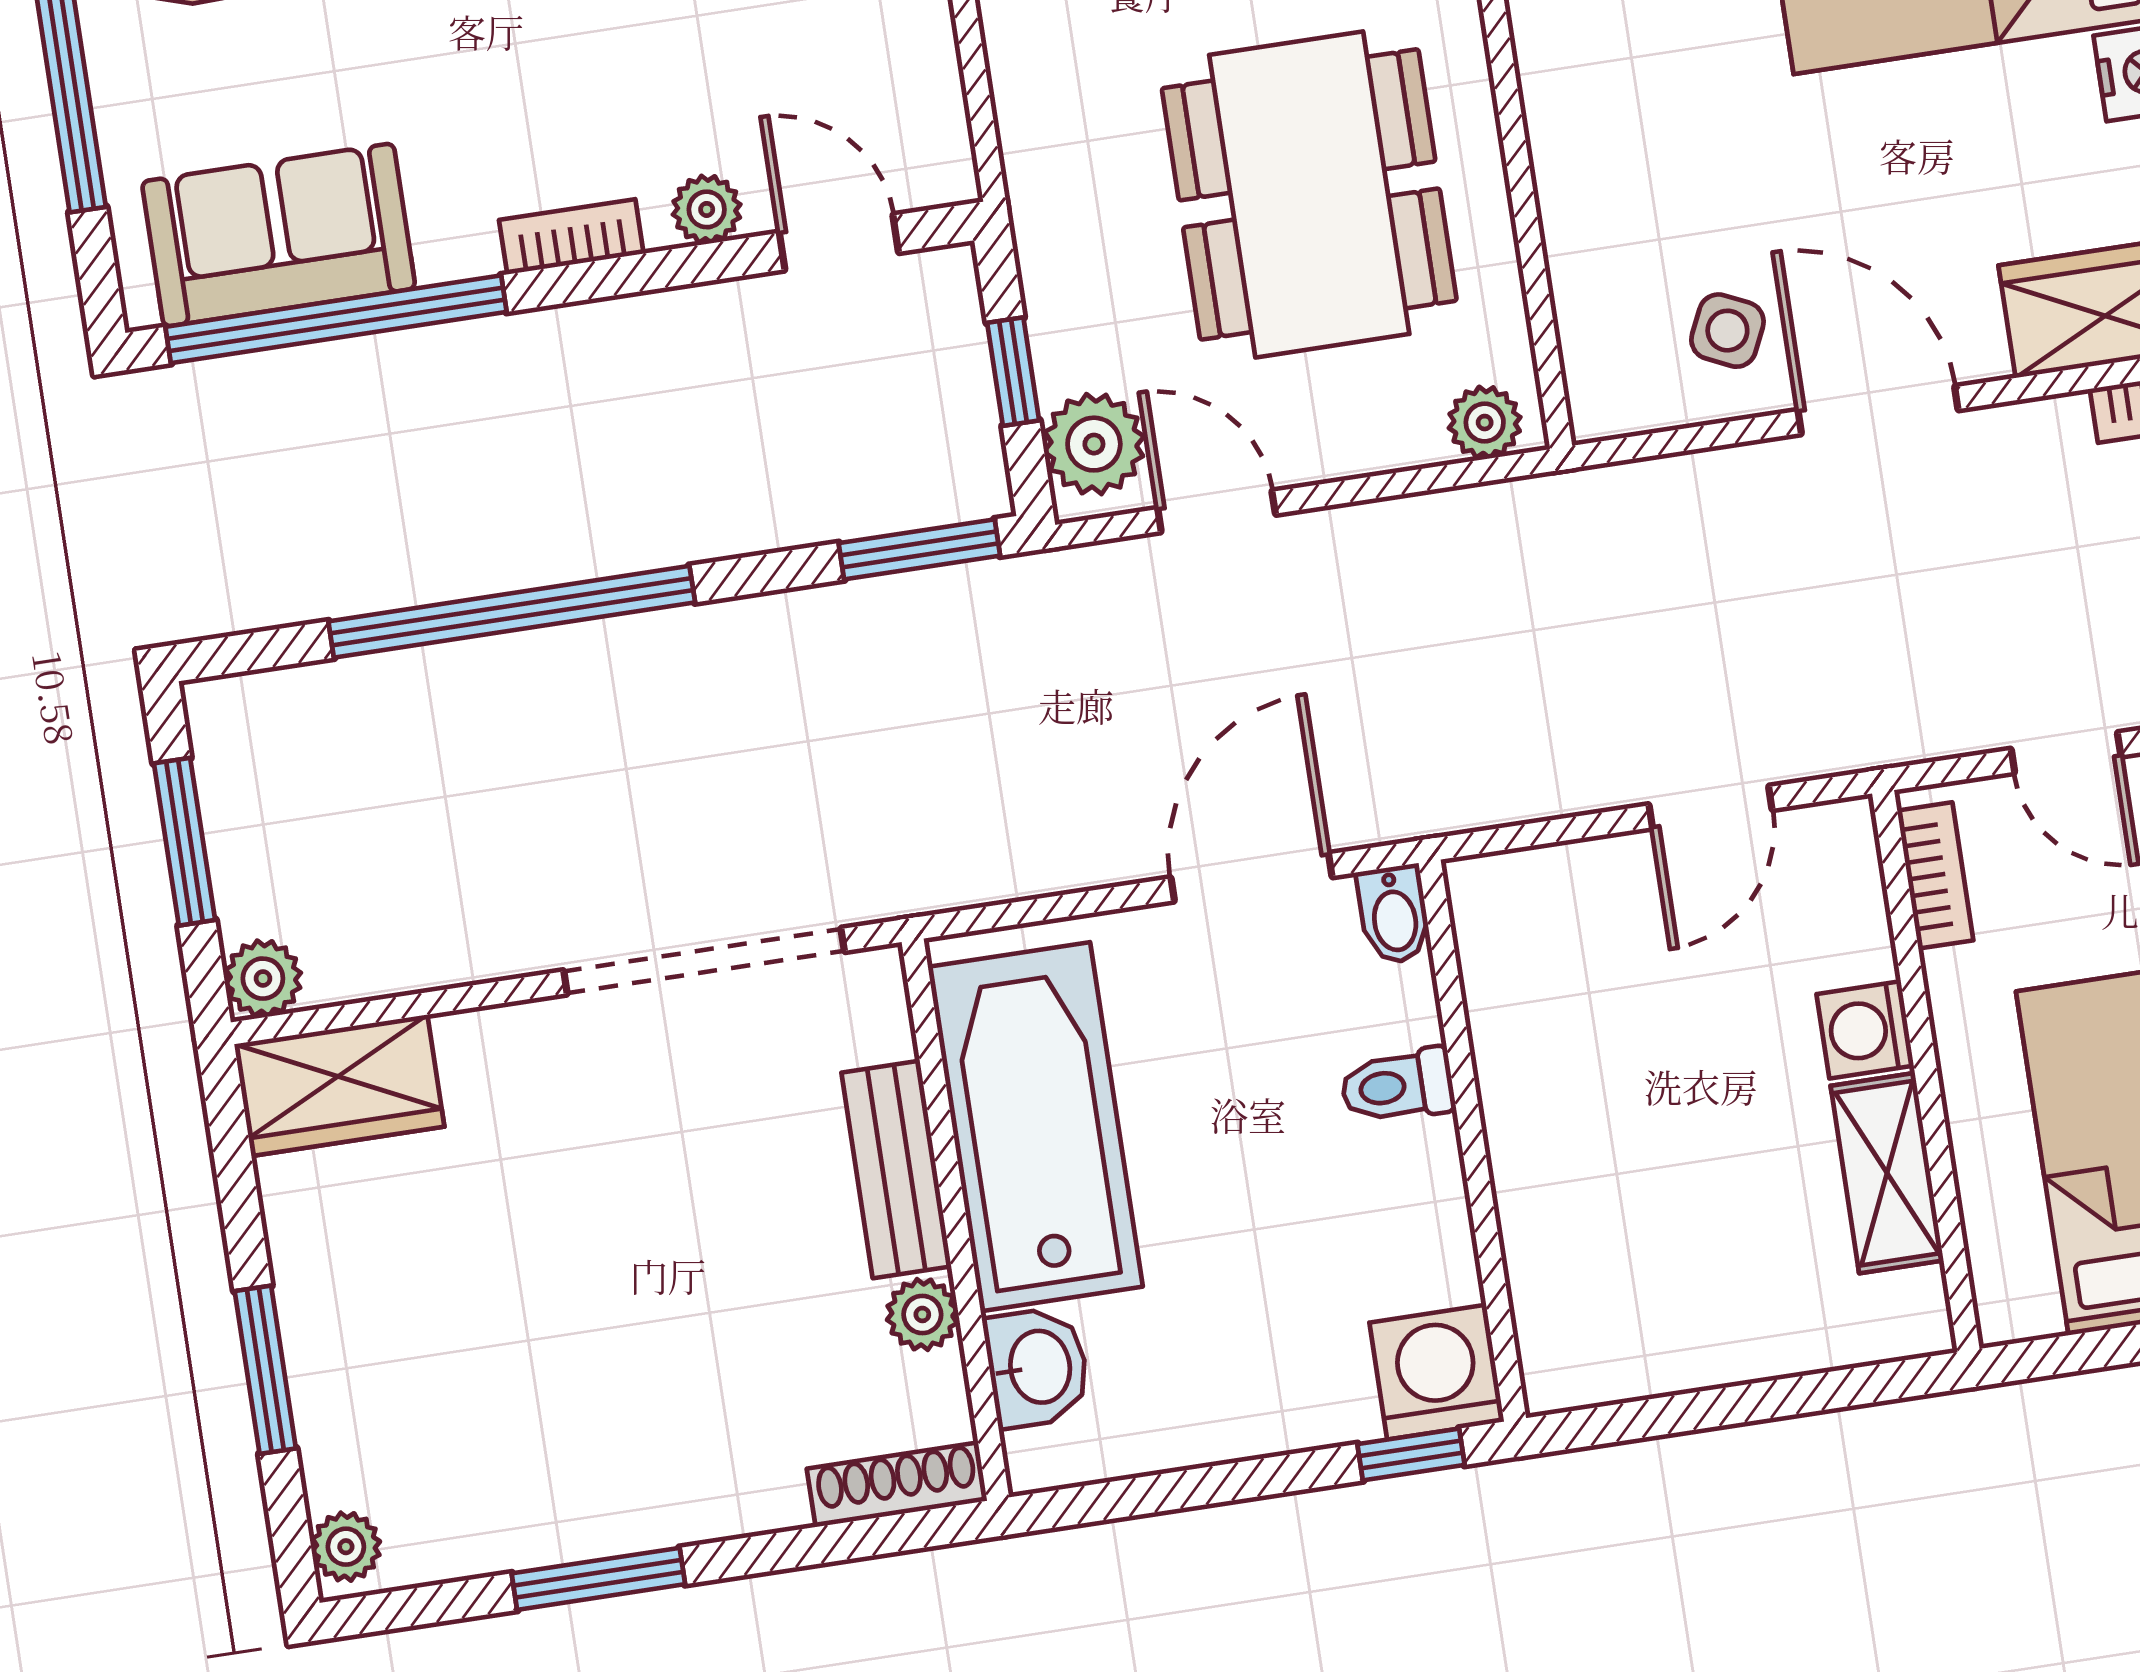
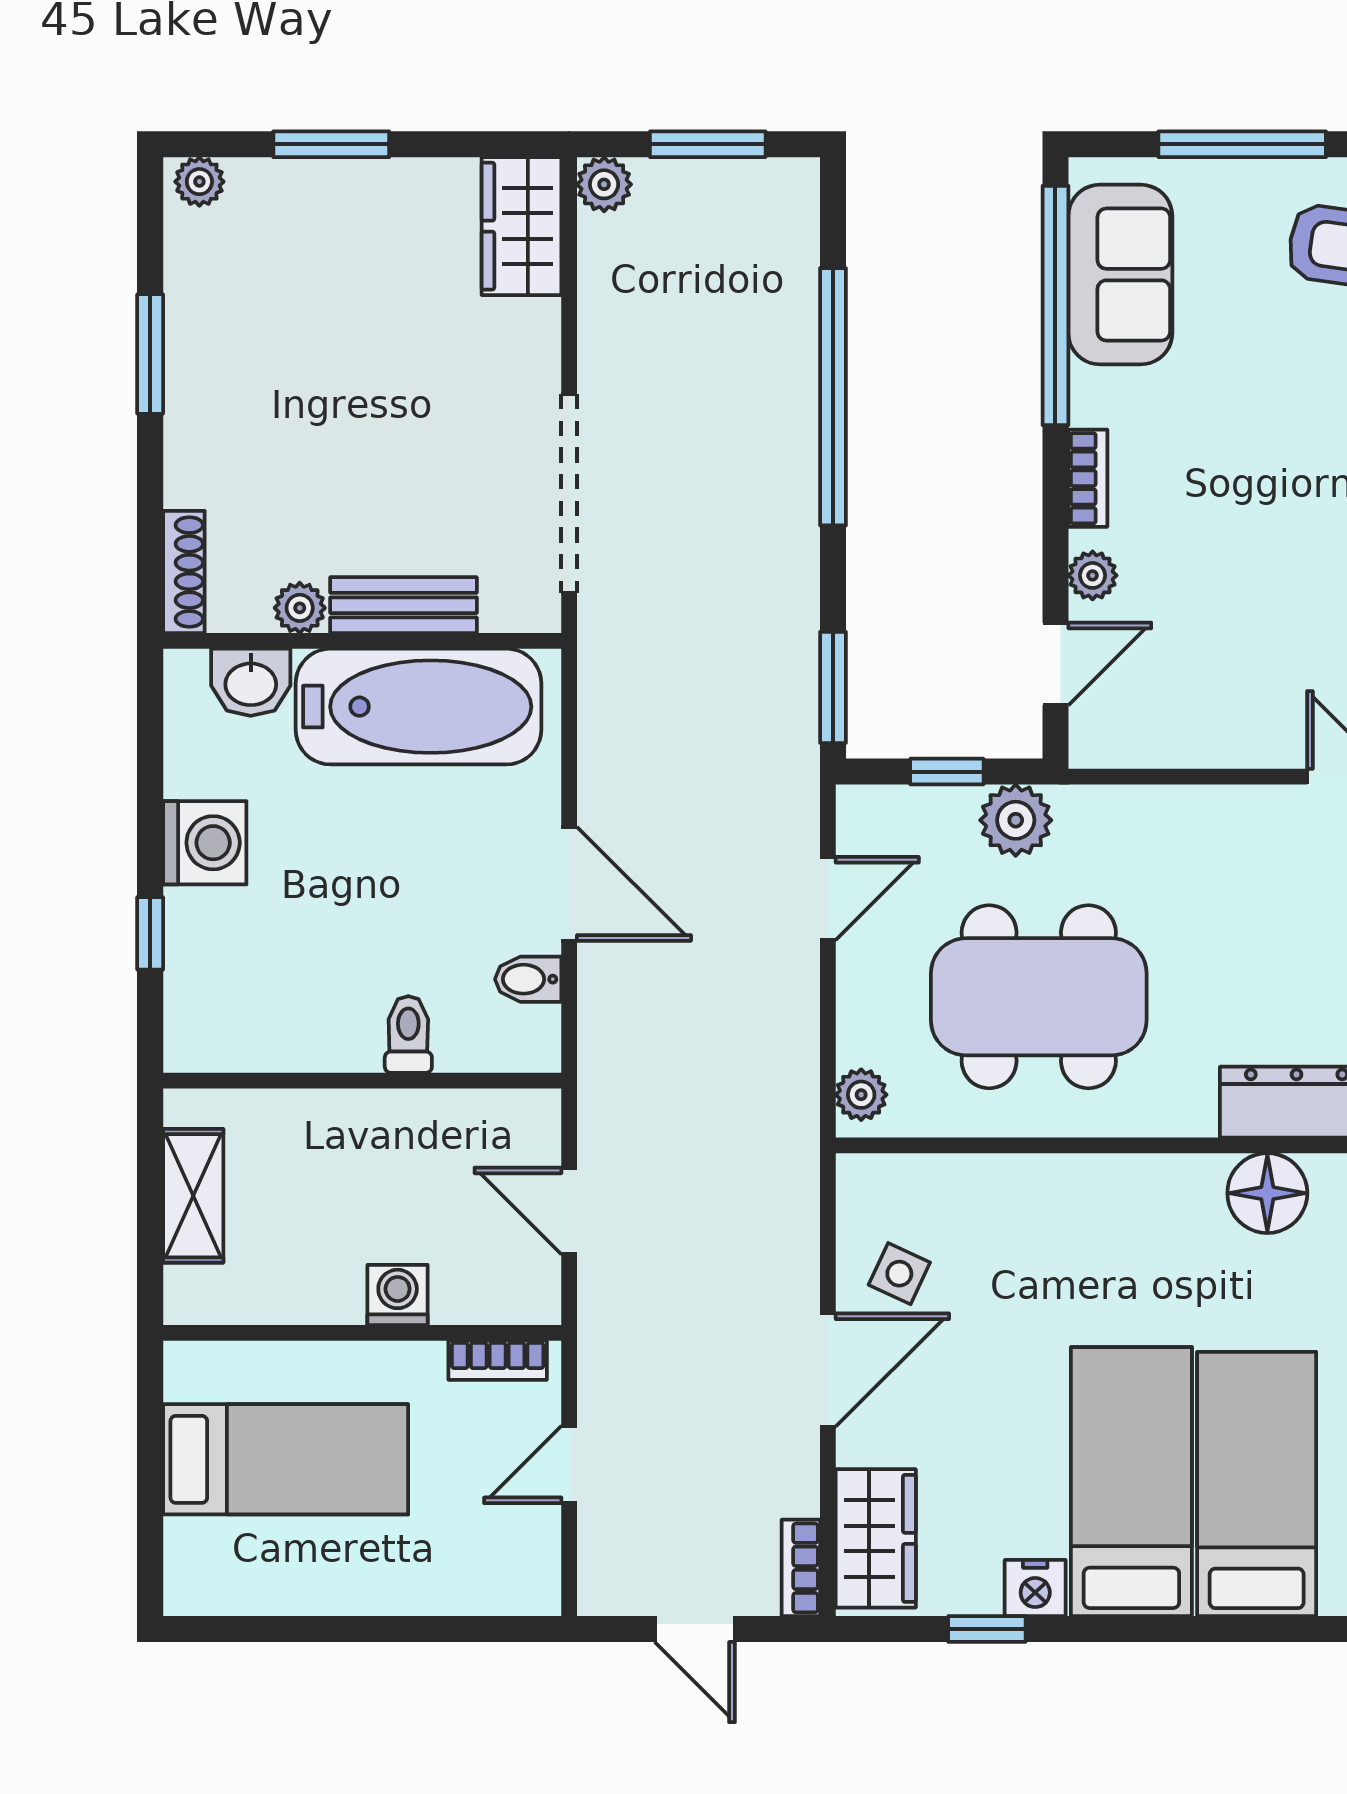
plant: (1094, 444) -> (1016, 820), moved
toilet: (1398, 1086) -> (408, 1034), moved
wall: (1472, 1141) -> (362, 1081), moved
shelving: (1887, 1173) -> (193, 1196), moved, turned 90
washing machine: (1437, 1372) -> (205, 843), moved

